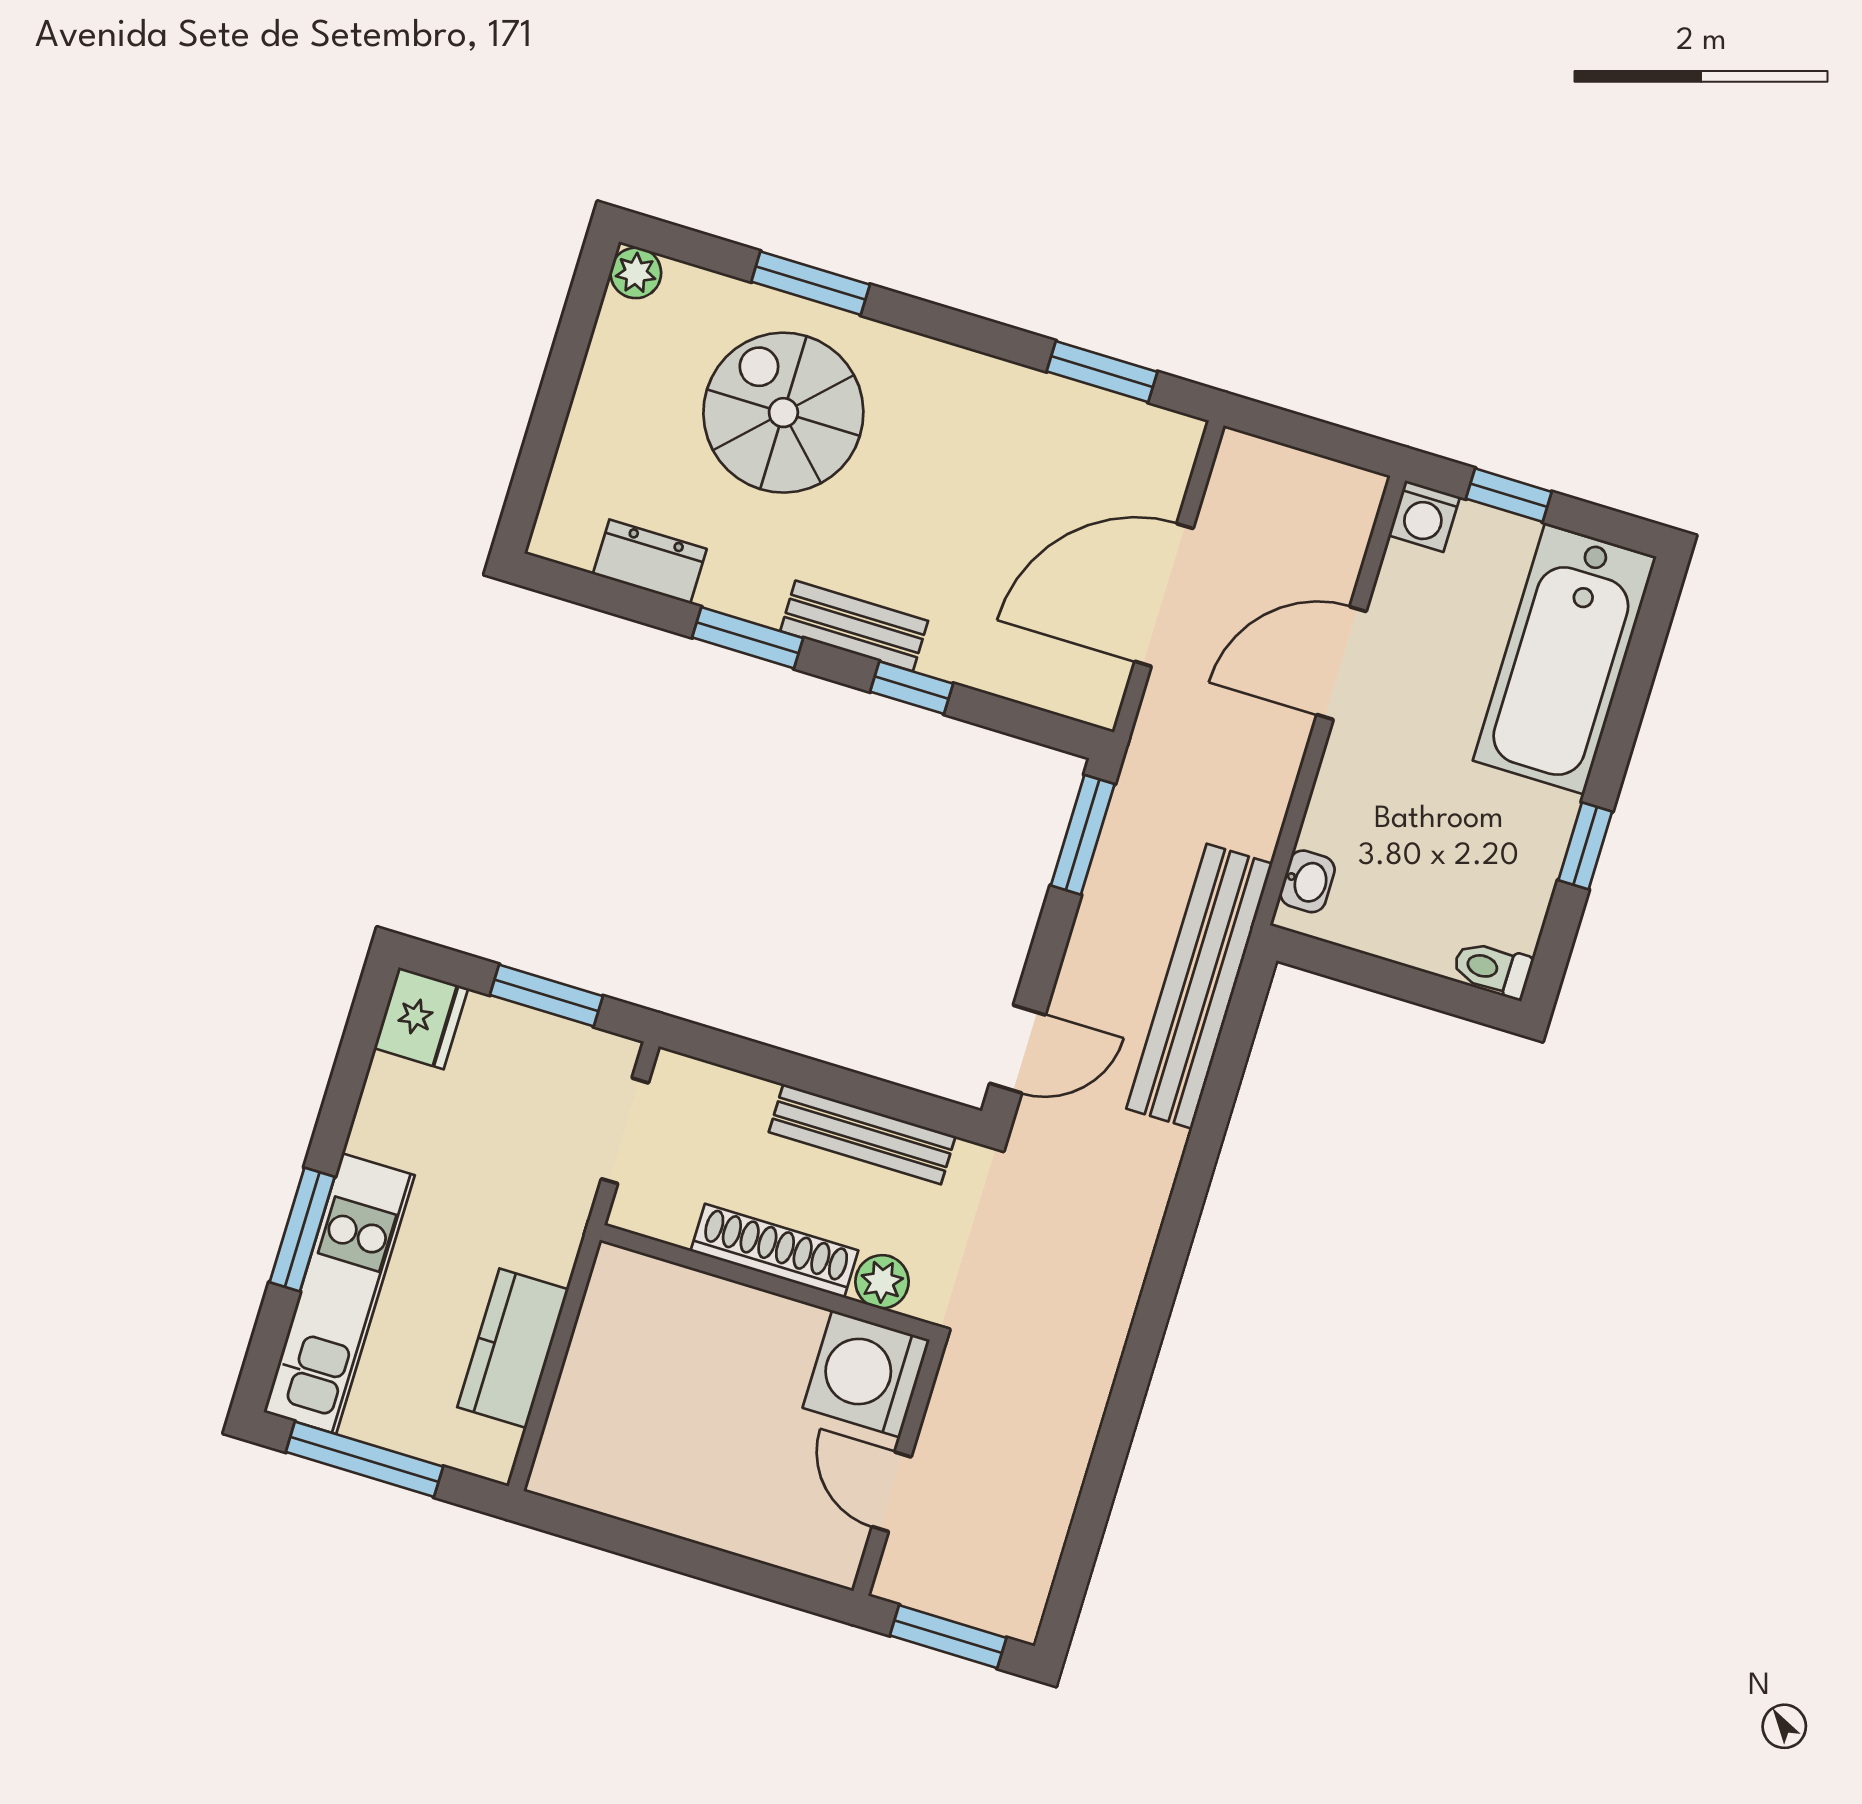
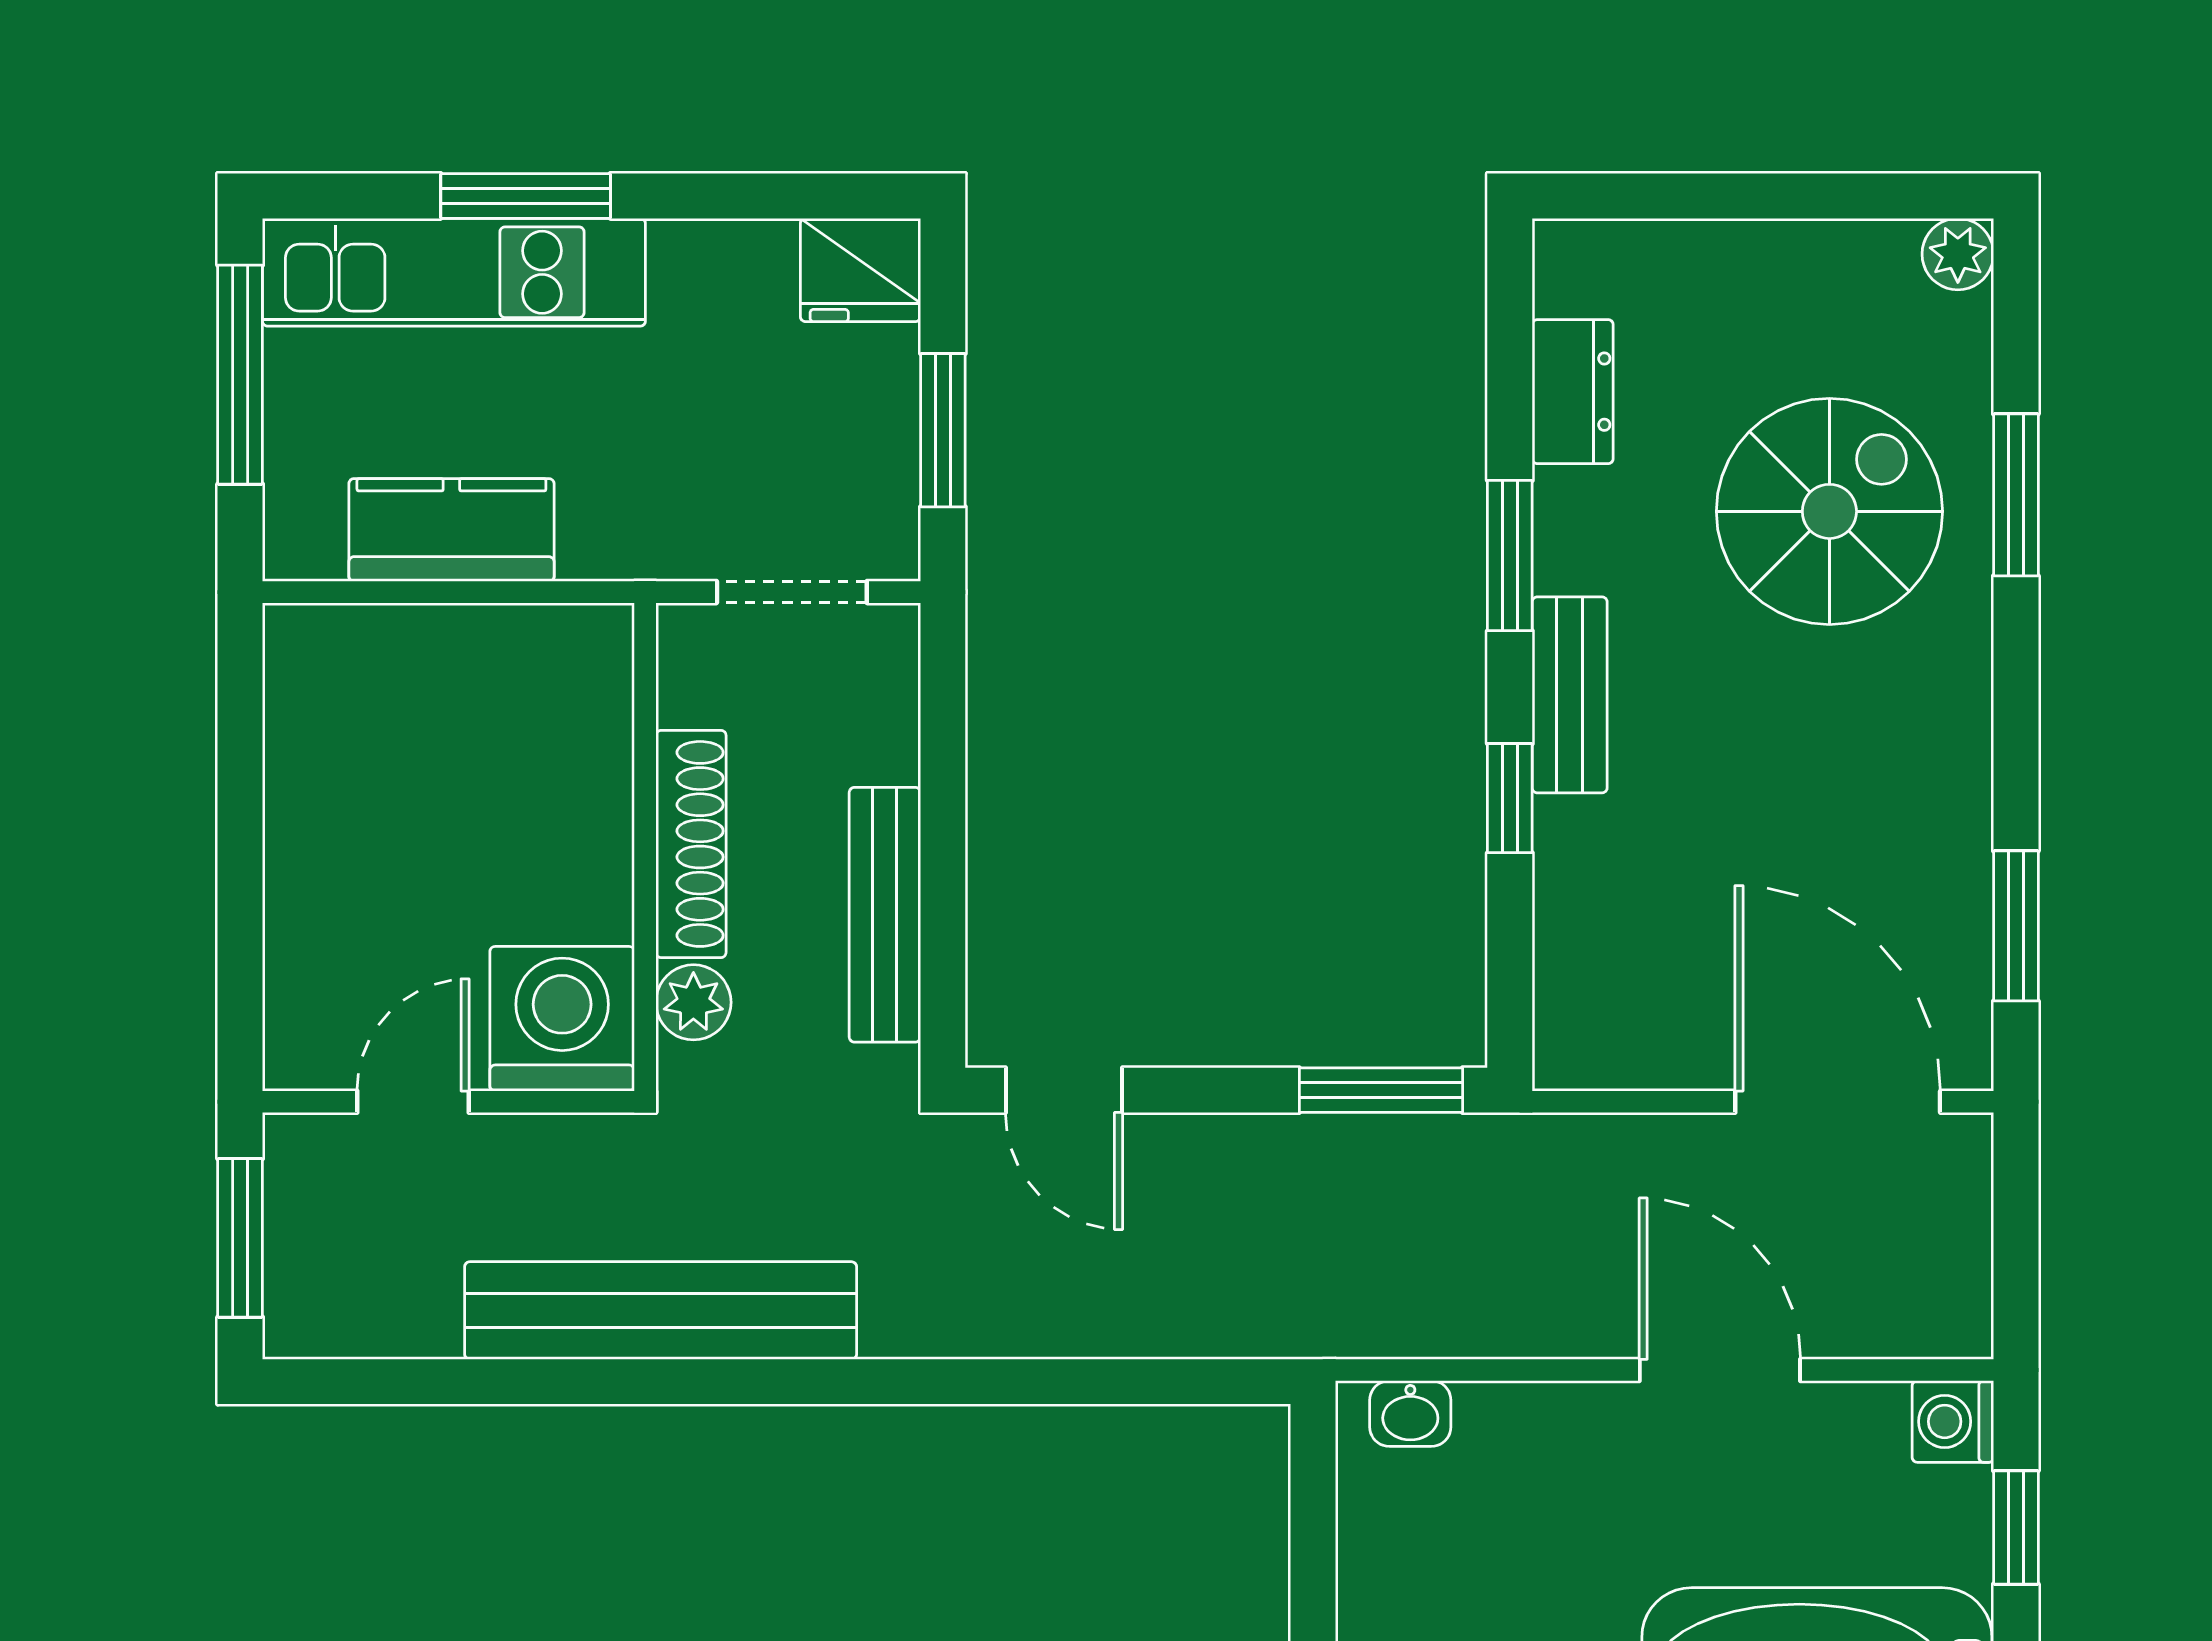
door: (1164, 595) -> (1838, 1102), moved
bench: (1199, 986) -> (661, 1310), moved

